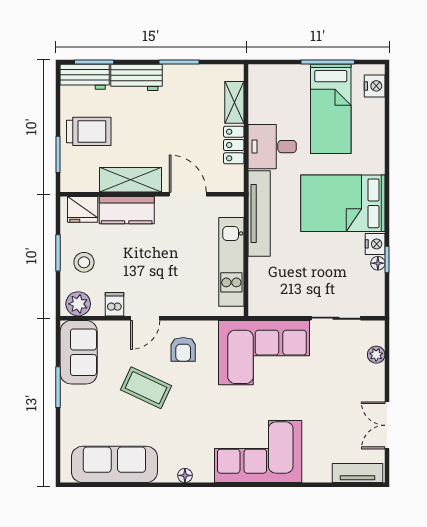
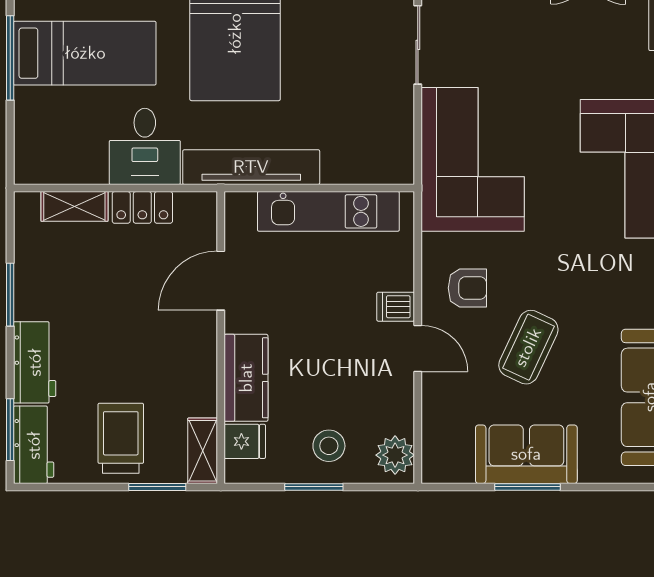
shelving: (131, 180) -> (203, 451), moved, width x0.67, depth x0.75
fridge: (83, 209) -> (245, 441), width x0.72
dishwasher: (115, 304) -> (396, 307), moved
sofa: (79, 352) -> (526, 454), moved

